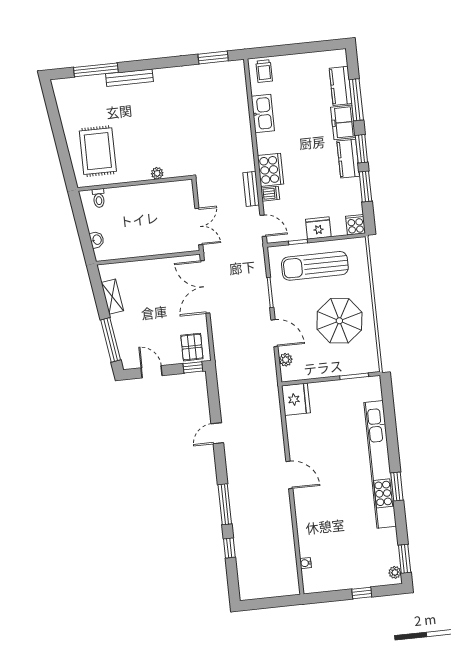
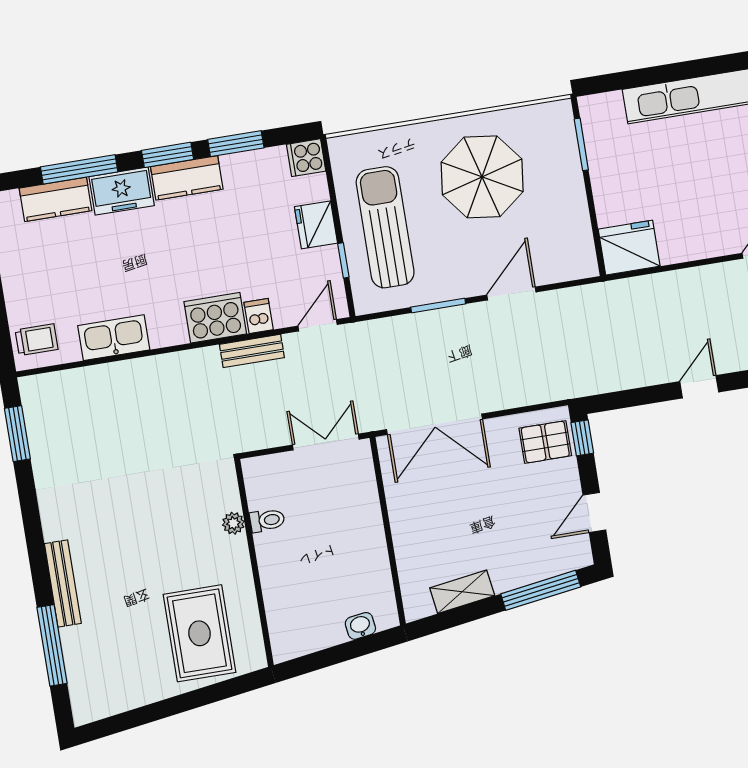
rug: (98, 151) -> (199, 633), turned 90
toilet: (99, 198) -> (267, 520), moved
sun lounger: (315, 266) -> (385, 227), turned 180
plant: (286, 360) -> (559, 270), removed
door: (217, 433) -> (699, 387), swing flipped

